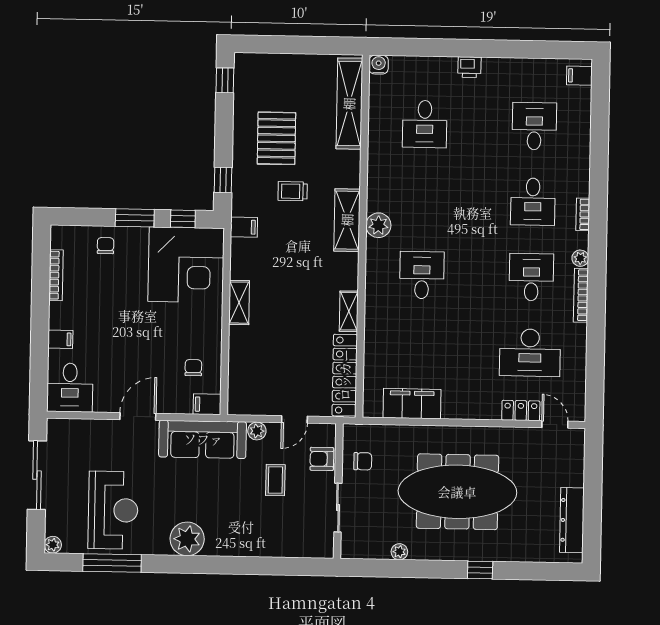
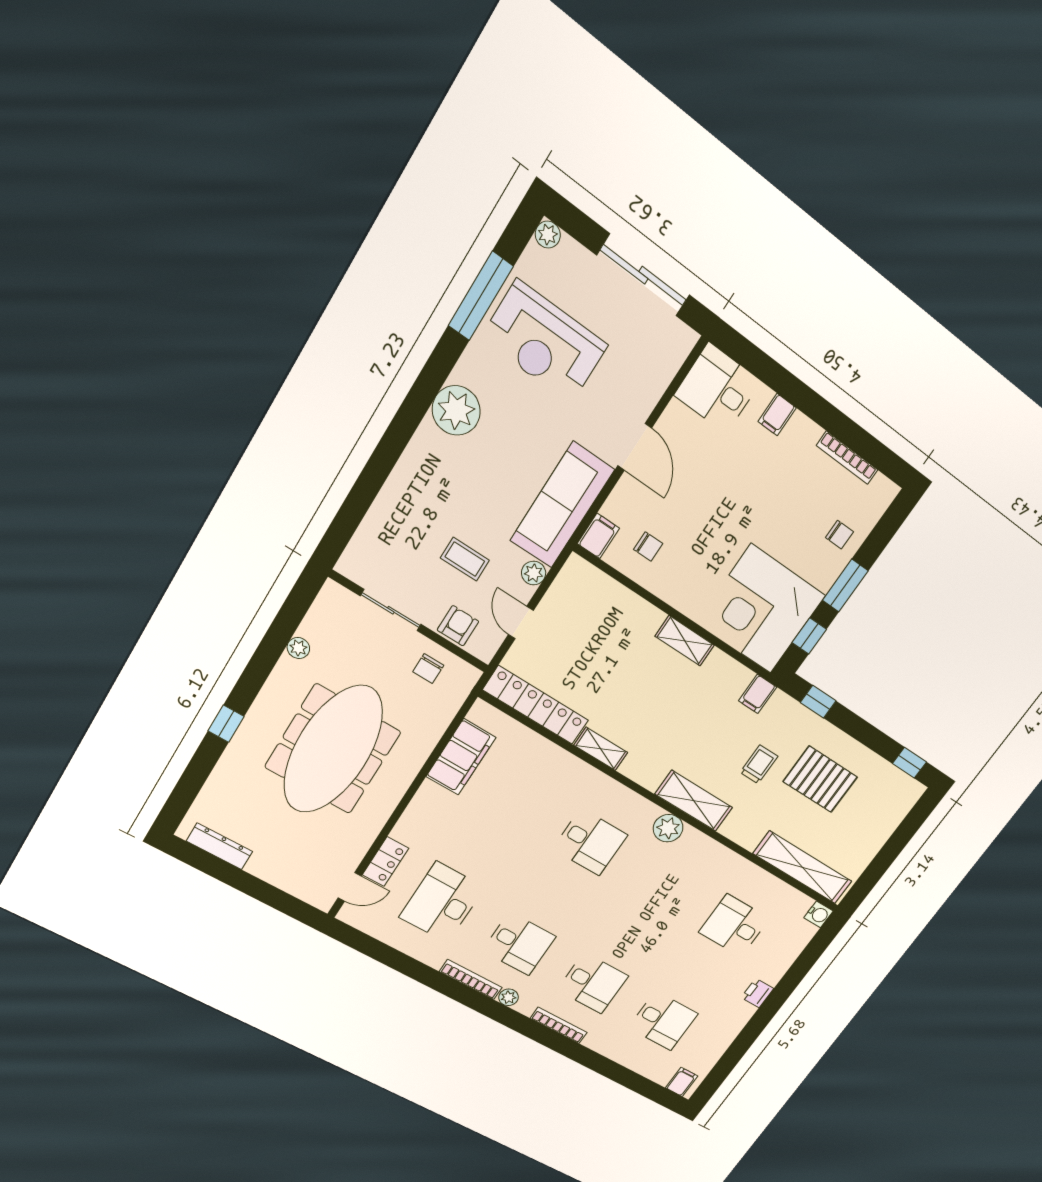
desk: (533, 202) -> (593, 983), turned 180
bookcase: (583, 214) -> (559, 1025), width x1.56
dresser: (572, 520) -> (219, 846), width x0.73, depth x0.80

